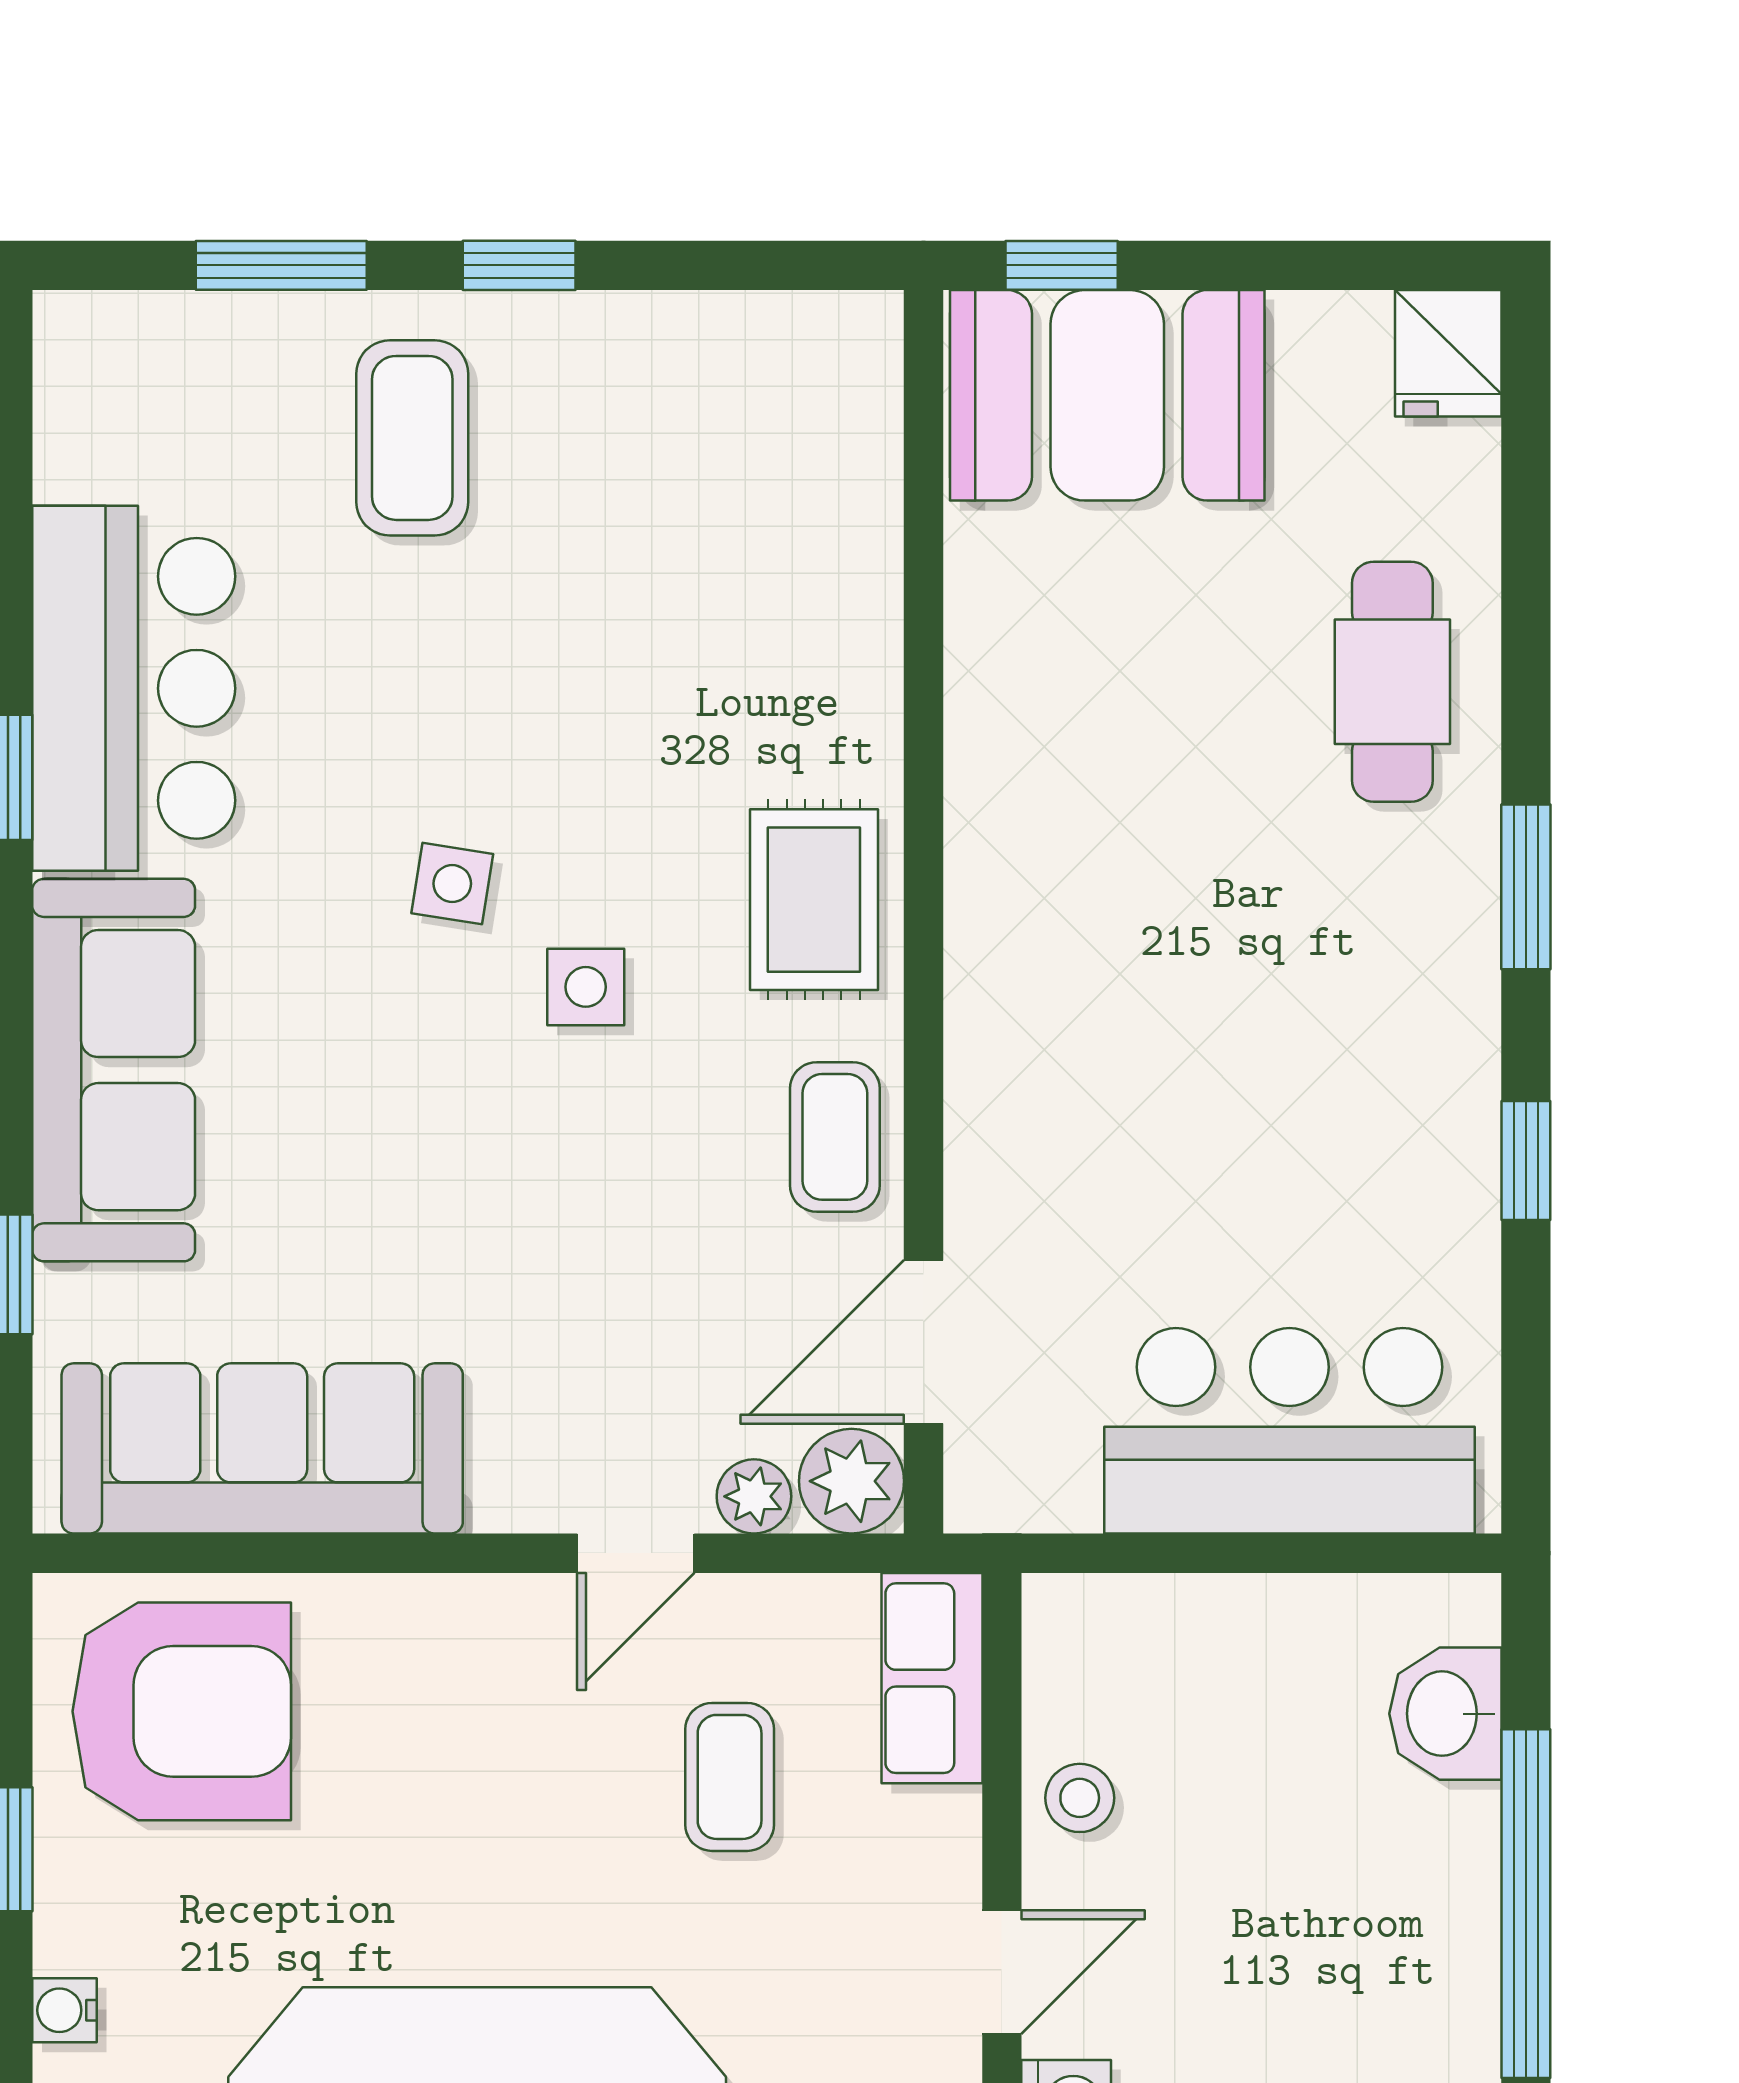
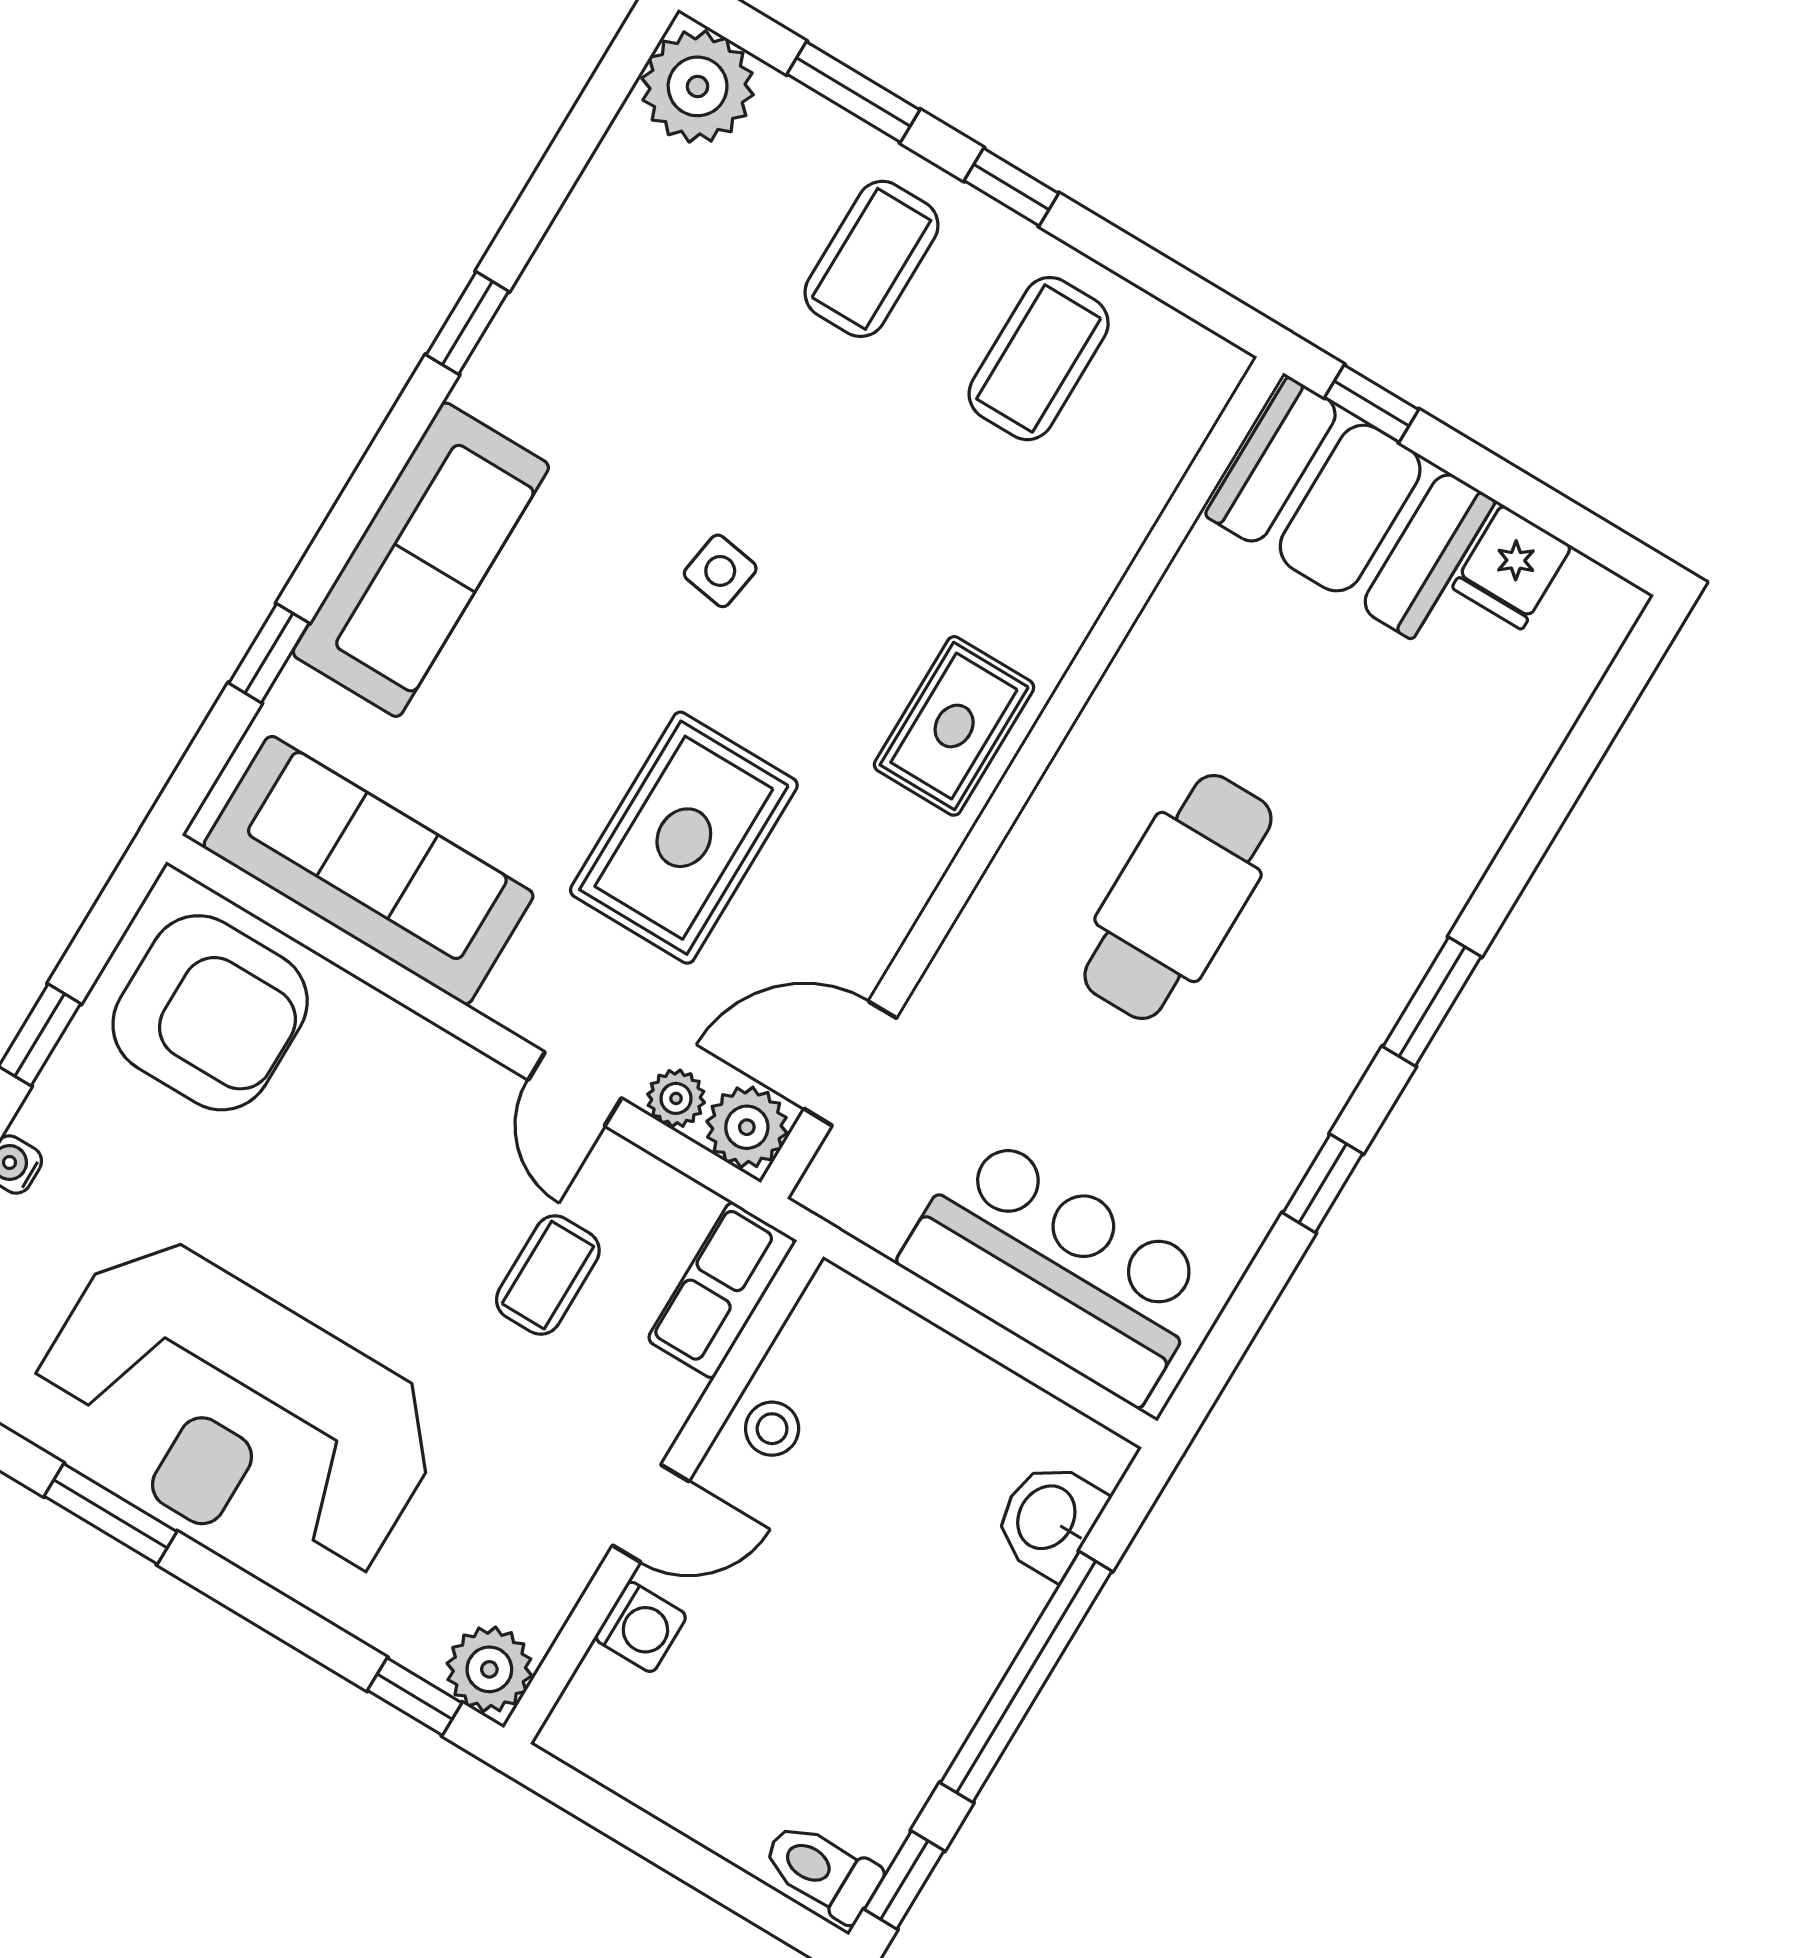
fridge: (1448, 353) -> (1512, 567), moved
plant: (105, 363) -> (698, 86), added
cafe table: (1392, 682) -> (1178, 897), moved, width x1.37, depth x1.35
bar counter: (134, 688) -> (587, 314), removed
side table: (586, 987) -> (768, 693), removed
coffee table: (835, 1137) -> (1039, 359), moved, width x1.36, depth x1.30
rug: (589, 1203) -> (684, 838), added
door: (636, 1553) -> (575, 1089), hinge flipped

